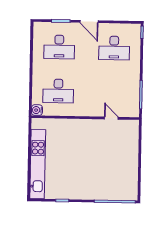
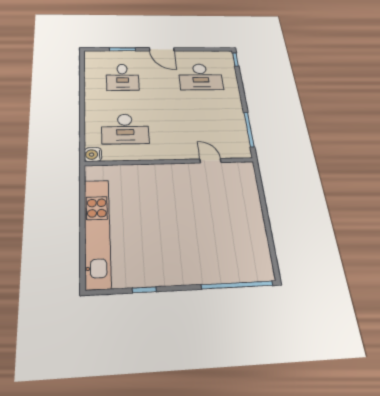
desk: (59, 47) -> (122, 77), width x0.73

